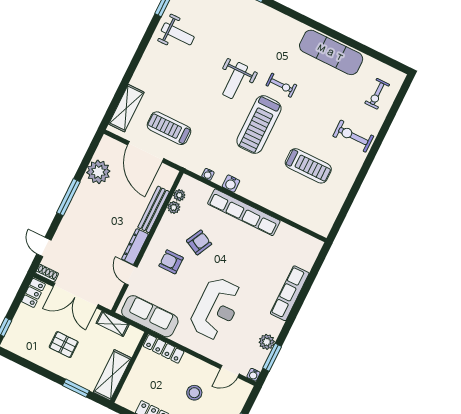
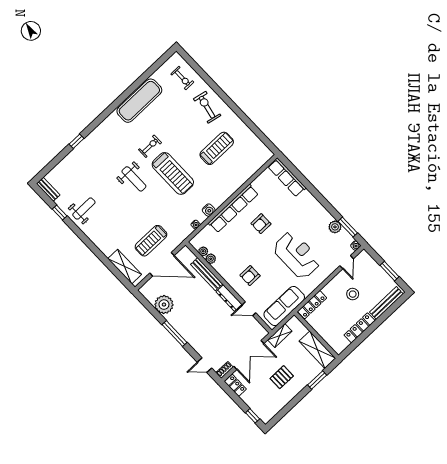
exercise bike: (353, 136) -> (207, 107), turned 102
armchair: (199, 242) -> (261, 224), moved, turned -117
row of seats: (290, 293) -> (287, 177), moved

